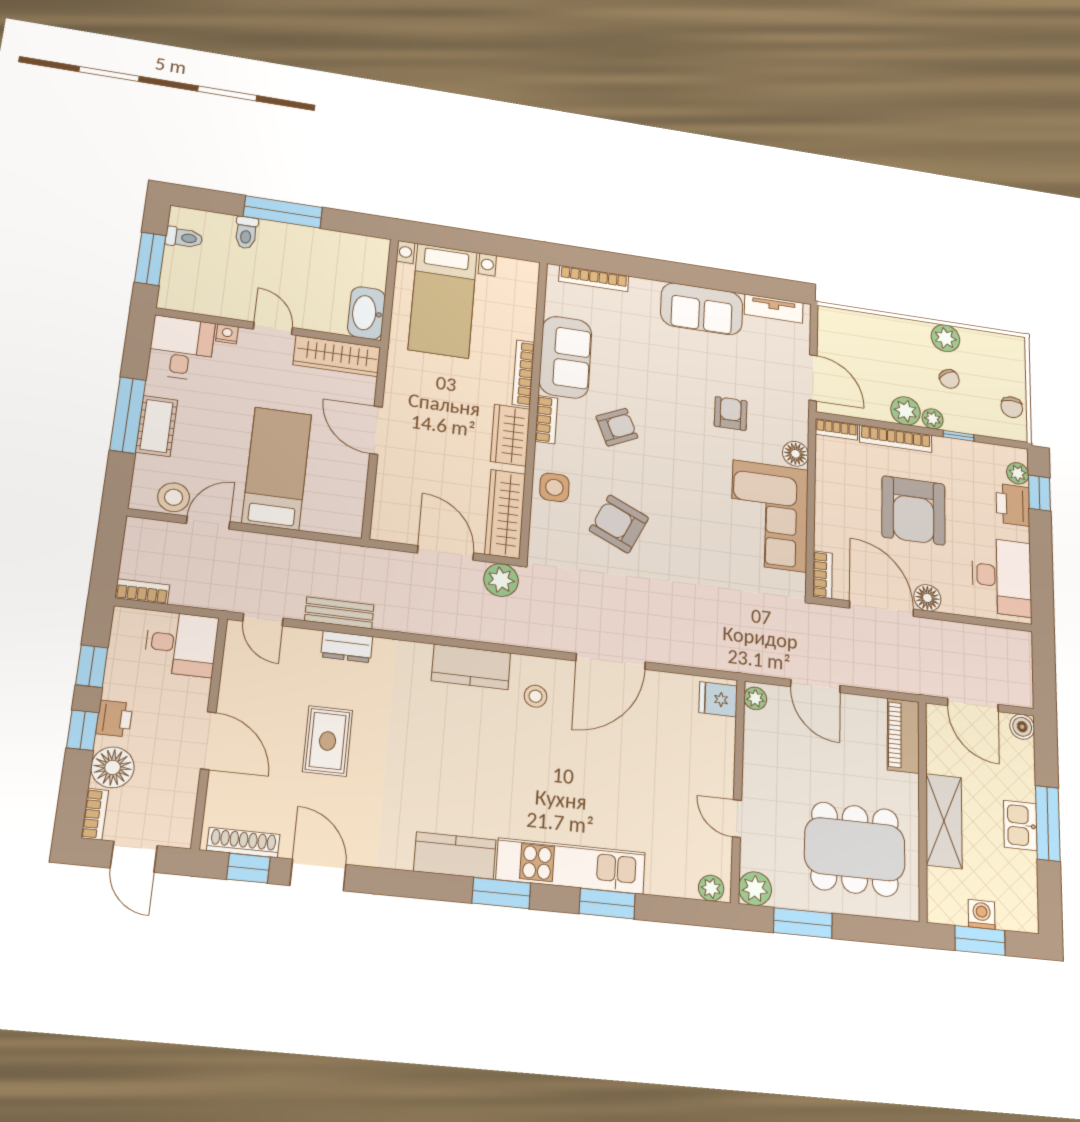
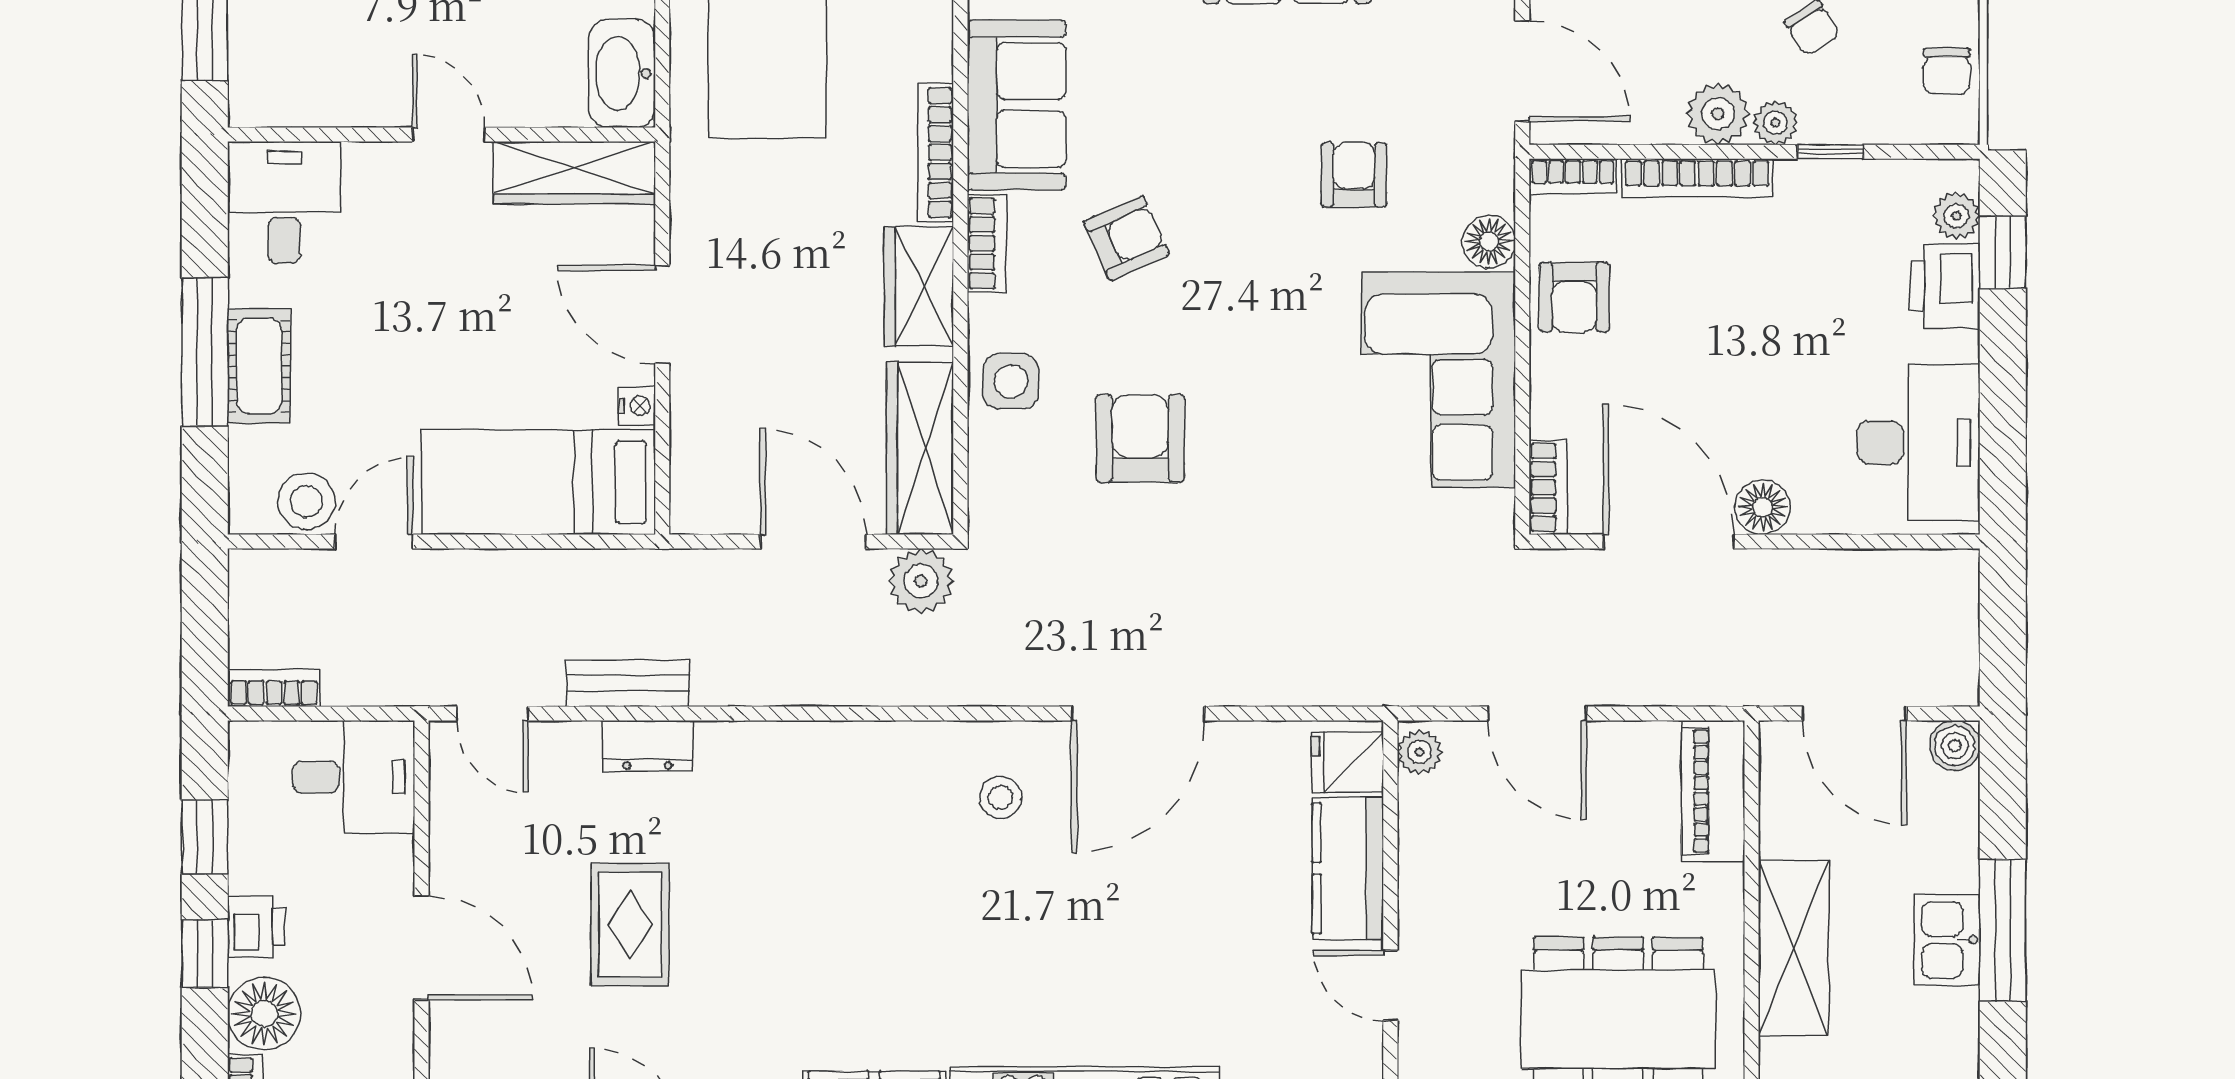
nightstand: (227, 334) -> (637, 406), moved, turned 90
bed: (277, 468) -> (539, 482), moved, turned -90
armchair: (913, 510) -> (1574, 297), moved, width x0.53, depth x0.53
armchair: (619, 524) -> (1140, 438), turned 65
kitchen counter: (471, 667) -> (1348, 868), moved, turned 90

